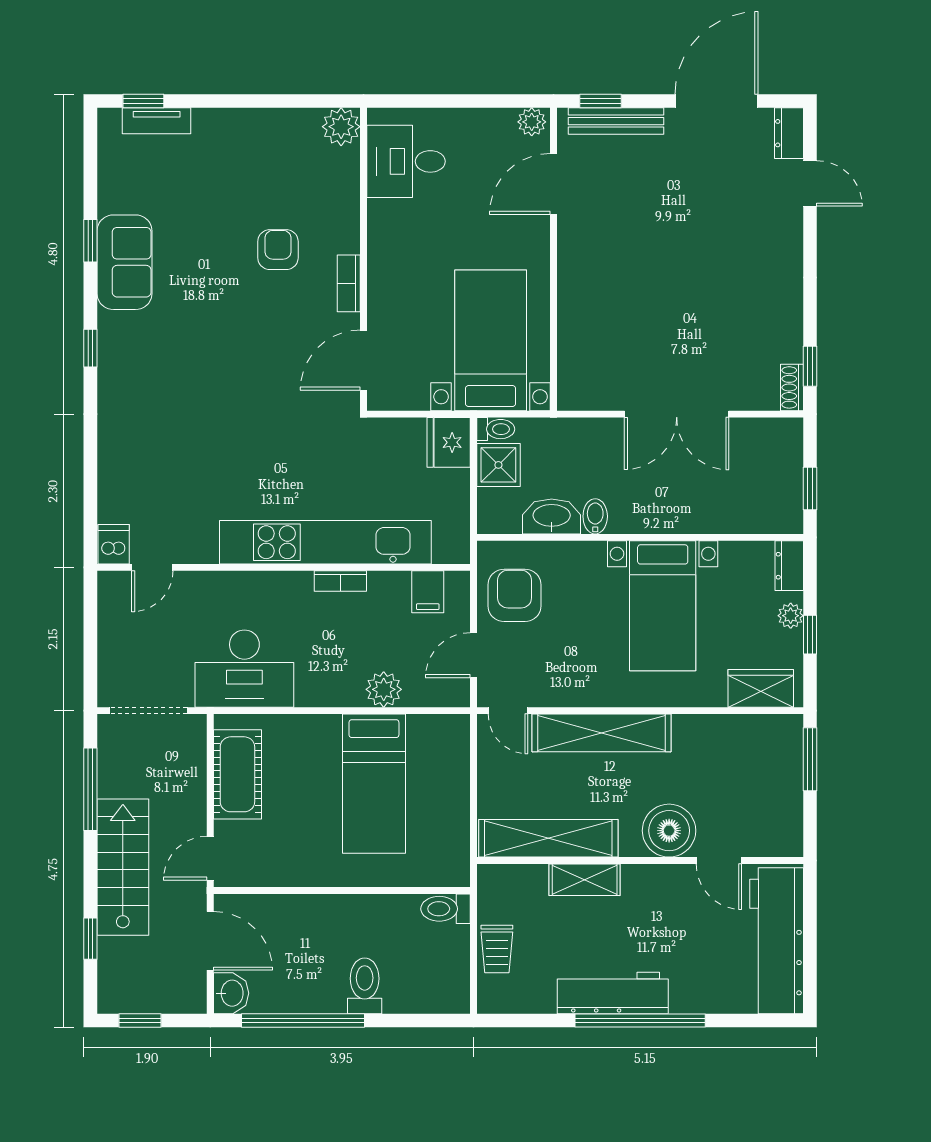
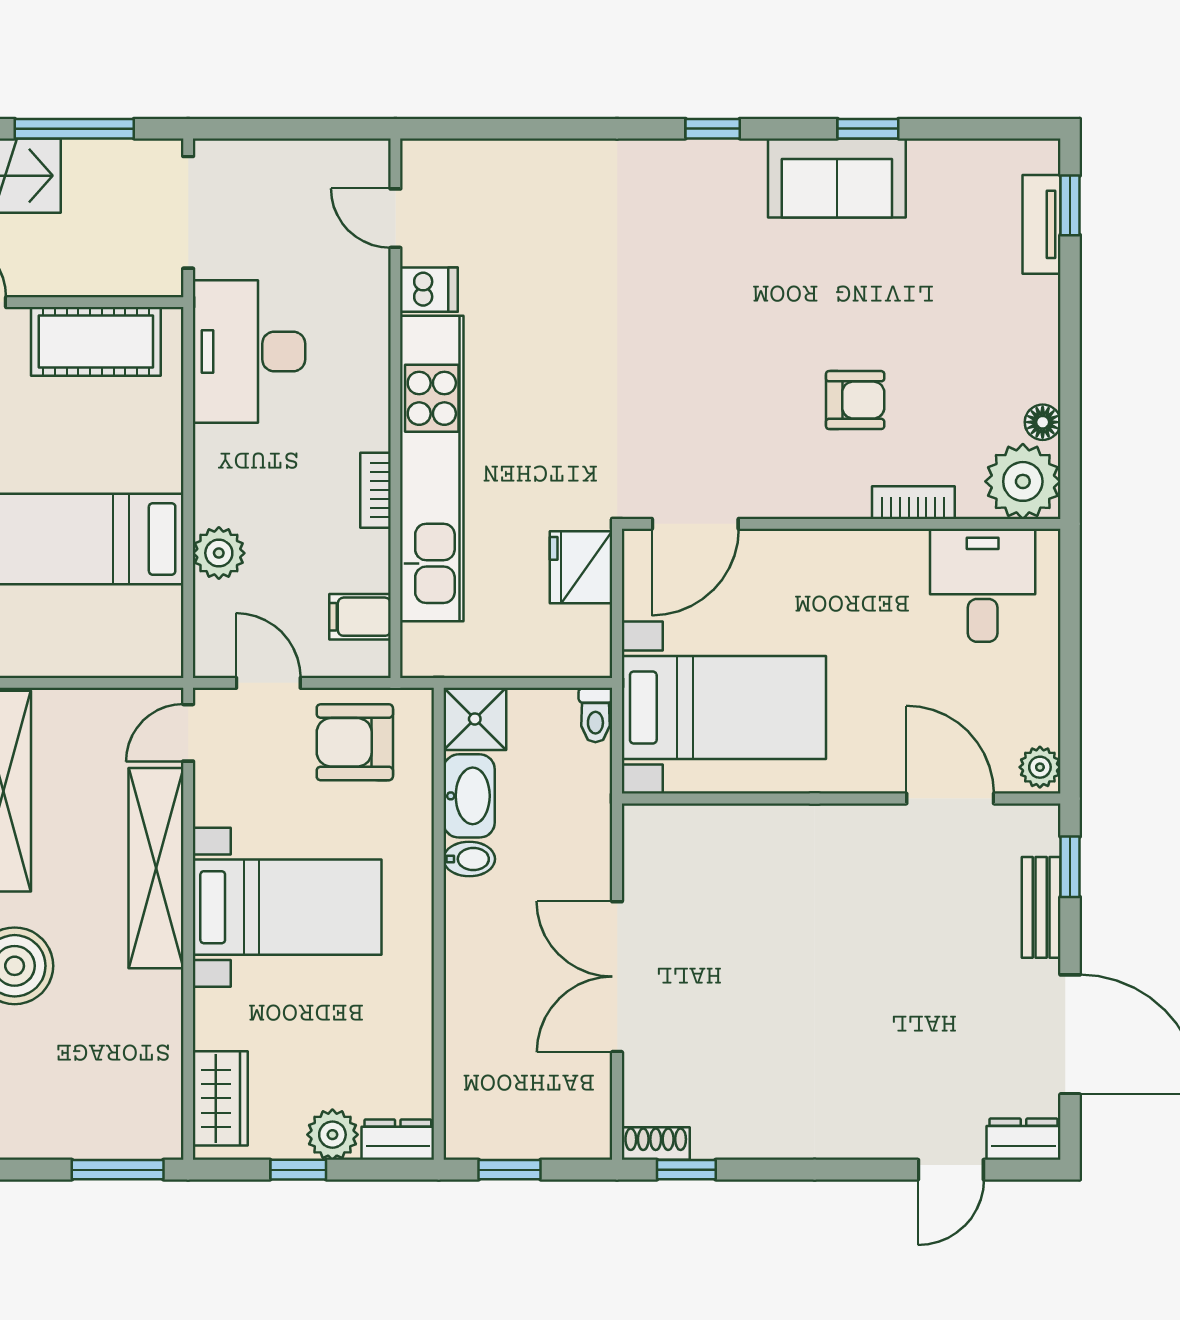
floor lamp: (293, 120) -> (1043, 422), added
bench: (616, 121) -> (1041, 907), width x0.73
plant: (341, 127) -> (1023, 481), width x1.36, depth x1.36
bookcase: (349, 283) -> (913, 503), moved
door: (364, 360) -> (695, 524), swing flipped
fridge: (449, 442) -> (581, 567), moved, turned -90
shower: (498, 465) -> (475, 719), moved
dishwasher: (114, 544) -> (429, 290), moved
armchair: (515, 595) -> (355, 742), turned 180
bed with nightstands: (663, 606) -> (287, 907), moved, turned 180
plant: (791, 616) -> (332, 1135), width x1.38, depth x1.38

